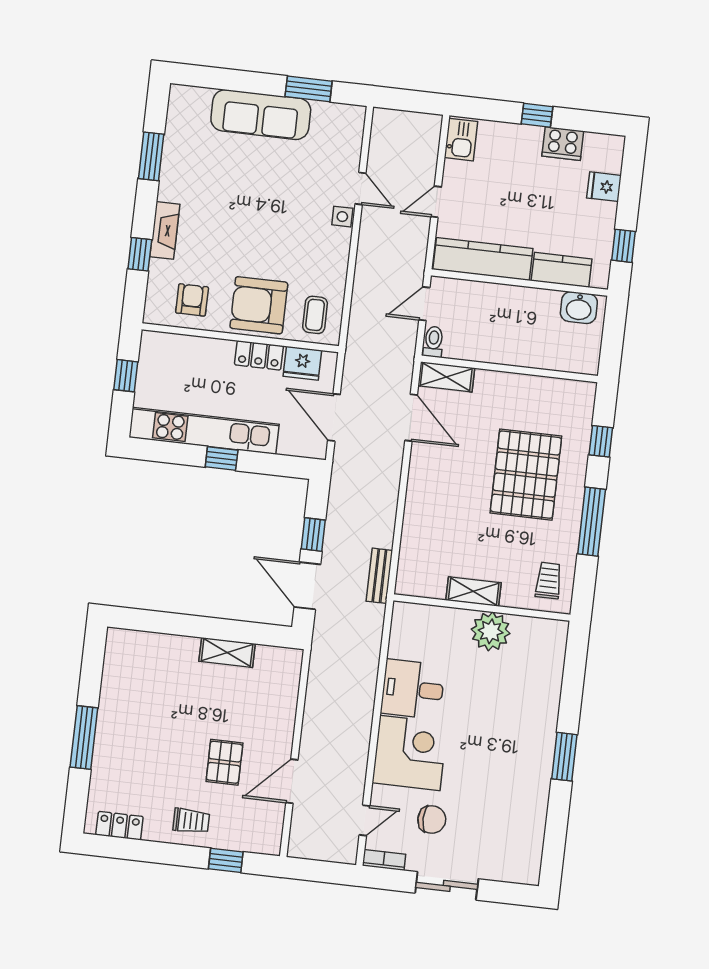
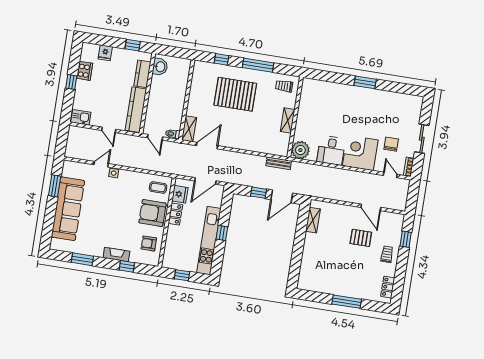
sofa: (261, 115) -> (68, 209), width x1.36, depth x1.27
armchair: (259, 305) -> (153, 213), turned 90
plant: (491, 631) -> (300, 150), moved
shelving: (227, 652) -> (313, 220), moved

